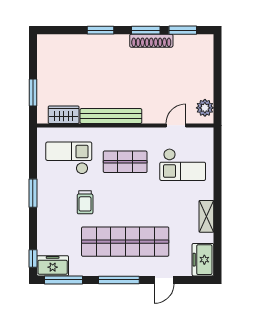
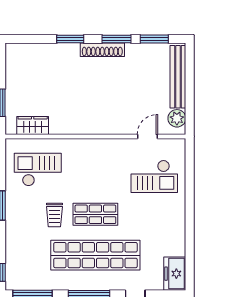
shoe rack: (151, 41) -> (102, 50), moved
bench: (111, 116) -> (178, 77), moved, turned 90
shop shelf: (125, 162) -> (95, 214), moved
shelving: (206, 216) -> (178, 229), removed
freezer: (53, 266) -> (21, 280), removed

